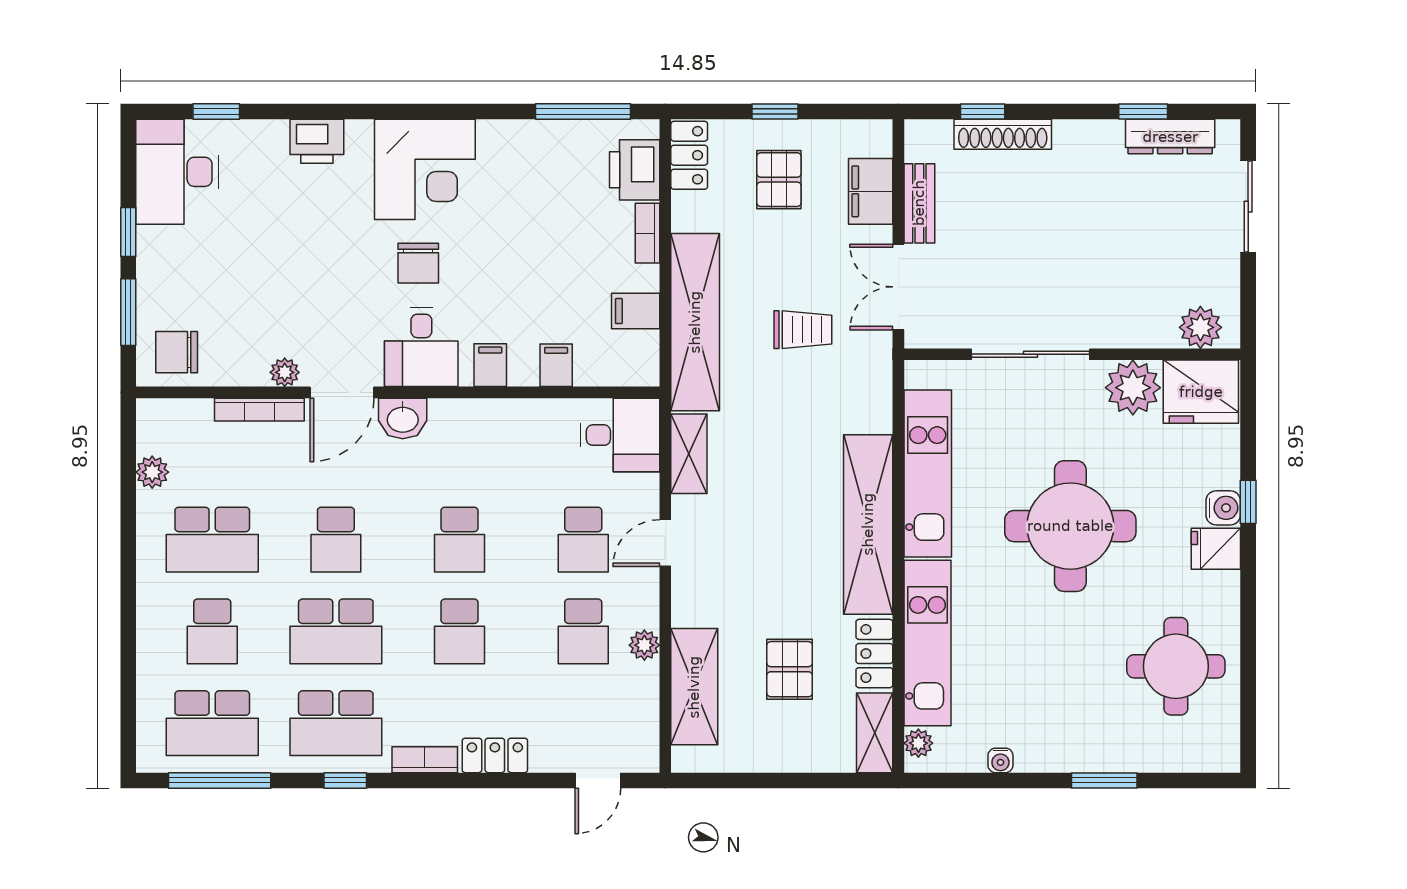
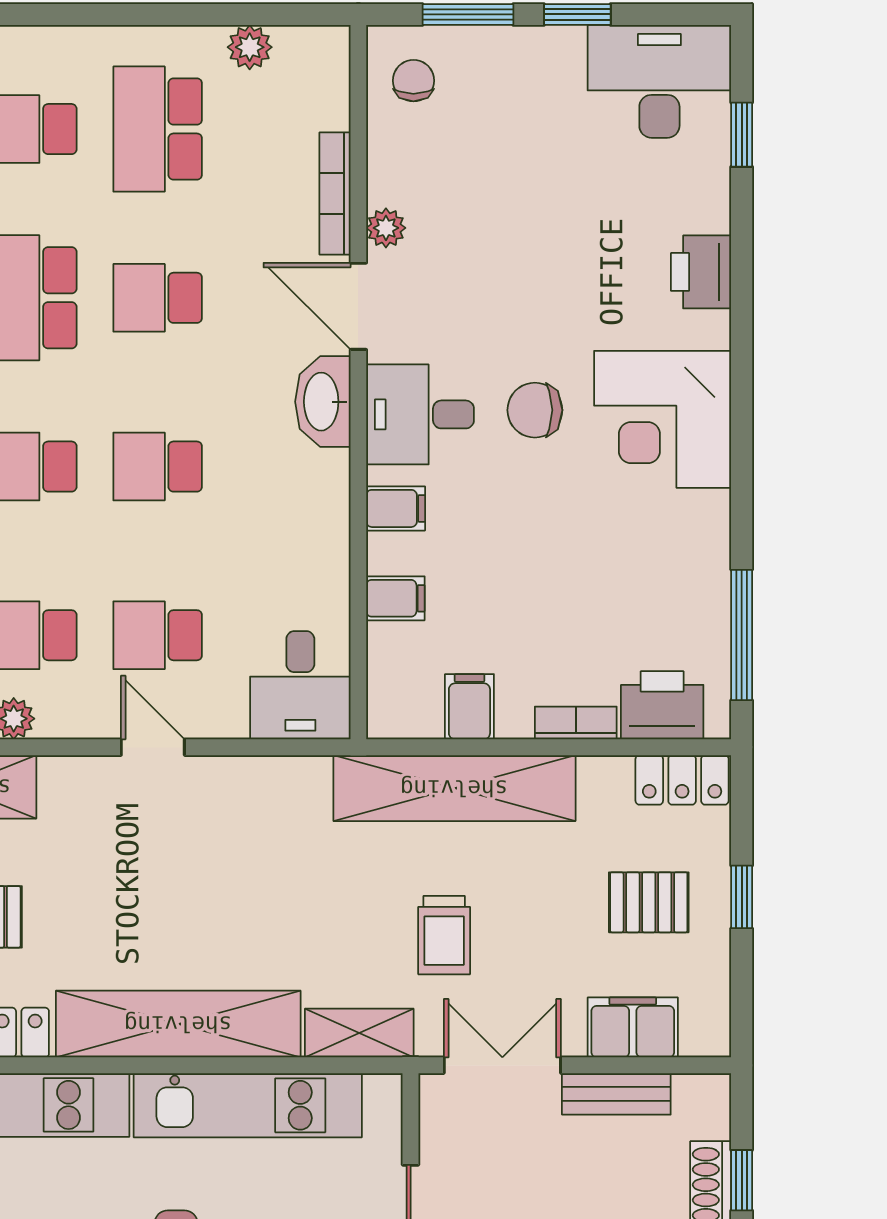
chair: (177, 352) -> (413, 81), width x0.73, depth x0.73
washbasin: (403, 419) -> (323, 402), width x1.38
shelving: (689, 454) -> (359, 1033), moved

